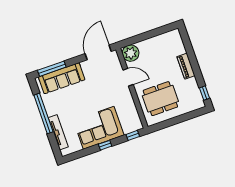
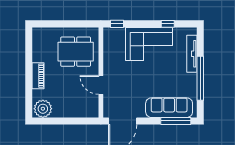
plant: (131, 53) -> (43, 109), moved
window: (204, 93) -> (29, 41), removed
window: (105, 145) -> (168, 24), moved

